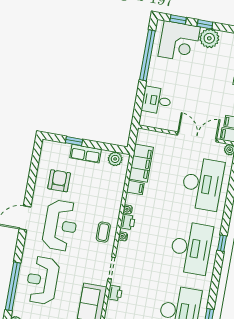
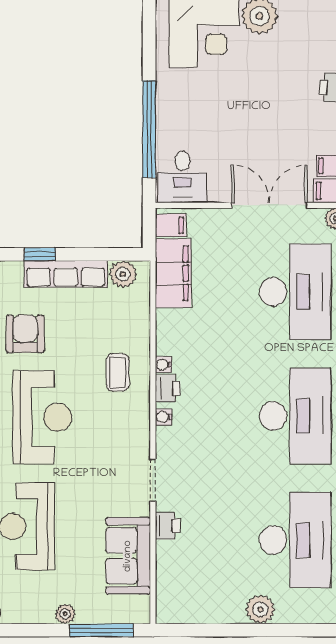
window: (147, 55) -> (149, 129), moved
desk: (157, 100) -> (182, 177), moved, turned -90
row of seats: (86, 154) -> (66, 274), width x1.48
filing cabinet: (135, 188) -> (171, 226), moved
coffee table: (103, 232) -> (118, 372), moved

